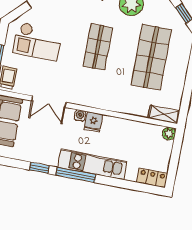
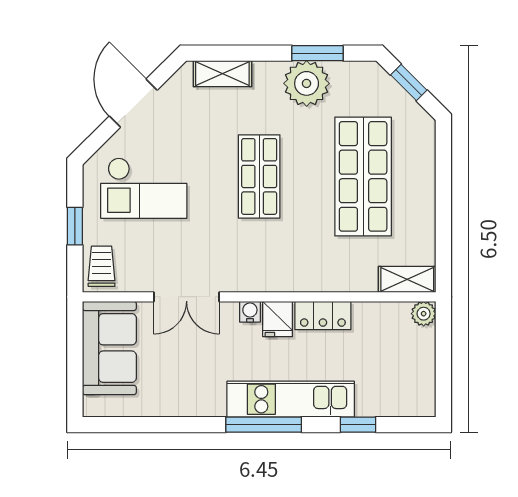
window: (39, 168) -> (358, 425), moved
locker: (152, 178) -> (323, 315), moved, turned 180

